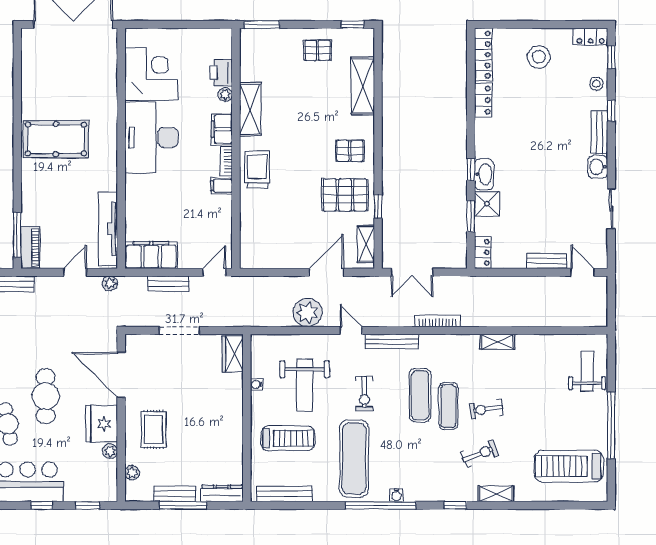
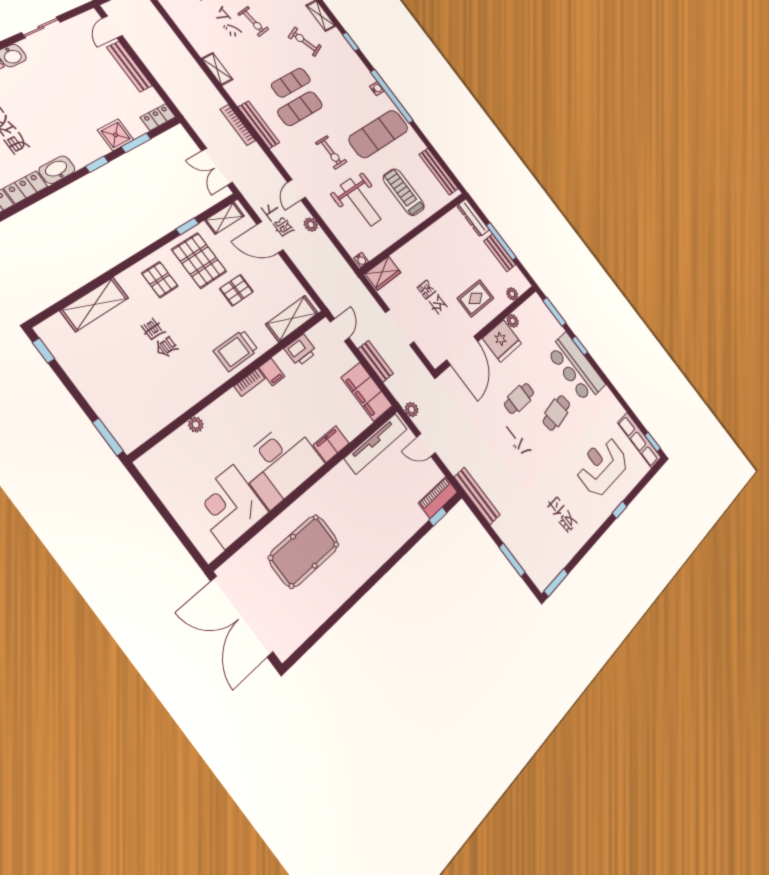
pallet: (317, 50) -> (236, 290), moved, turned 90
printer: (221, 73) -> (301, 350), moved
shelving: (250, 109) -> (292, 319), moved
filing cabinet: (222, 129) -> (331, 444), moved, turned 180
pool table: (56, 139) -> (304, 551), moved, turned 90
washbasin: (484, 174) -> (57, 170), moved
window: (17, 235) -> (438, 517), width x0.46
bench: (547, 261) -> (129, 67), width x1.36
door: (214, 272) -> (339, 330), swing flipped
double door: (412, 272) -> (217, 167), swing flipped
plant: (308, 313) -> (311, 225), width x0.53, depth x0.53
bench: (392, 342) -> (259, 125), moved
water cooler: (257, 384) -> (361, 260), moved
weight bench: (305, 385) -> (361, 202), turned 90
exercise bike: (364, 393) -> (331, 152), turned 90
cafe table: (46, 396) -> (519, 398), width x0.73, depth x0.74
exercise bike: (486, 409) -> (253, 21), moved
window: (88, 505) -> (554, 312), width x1.50

